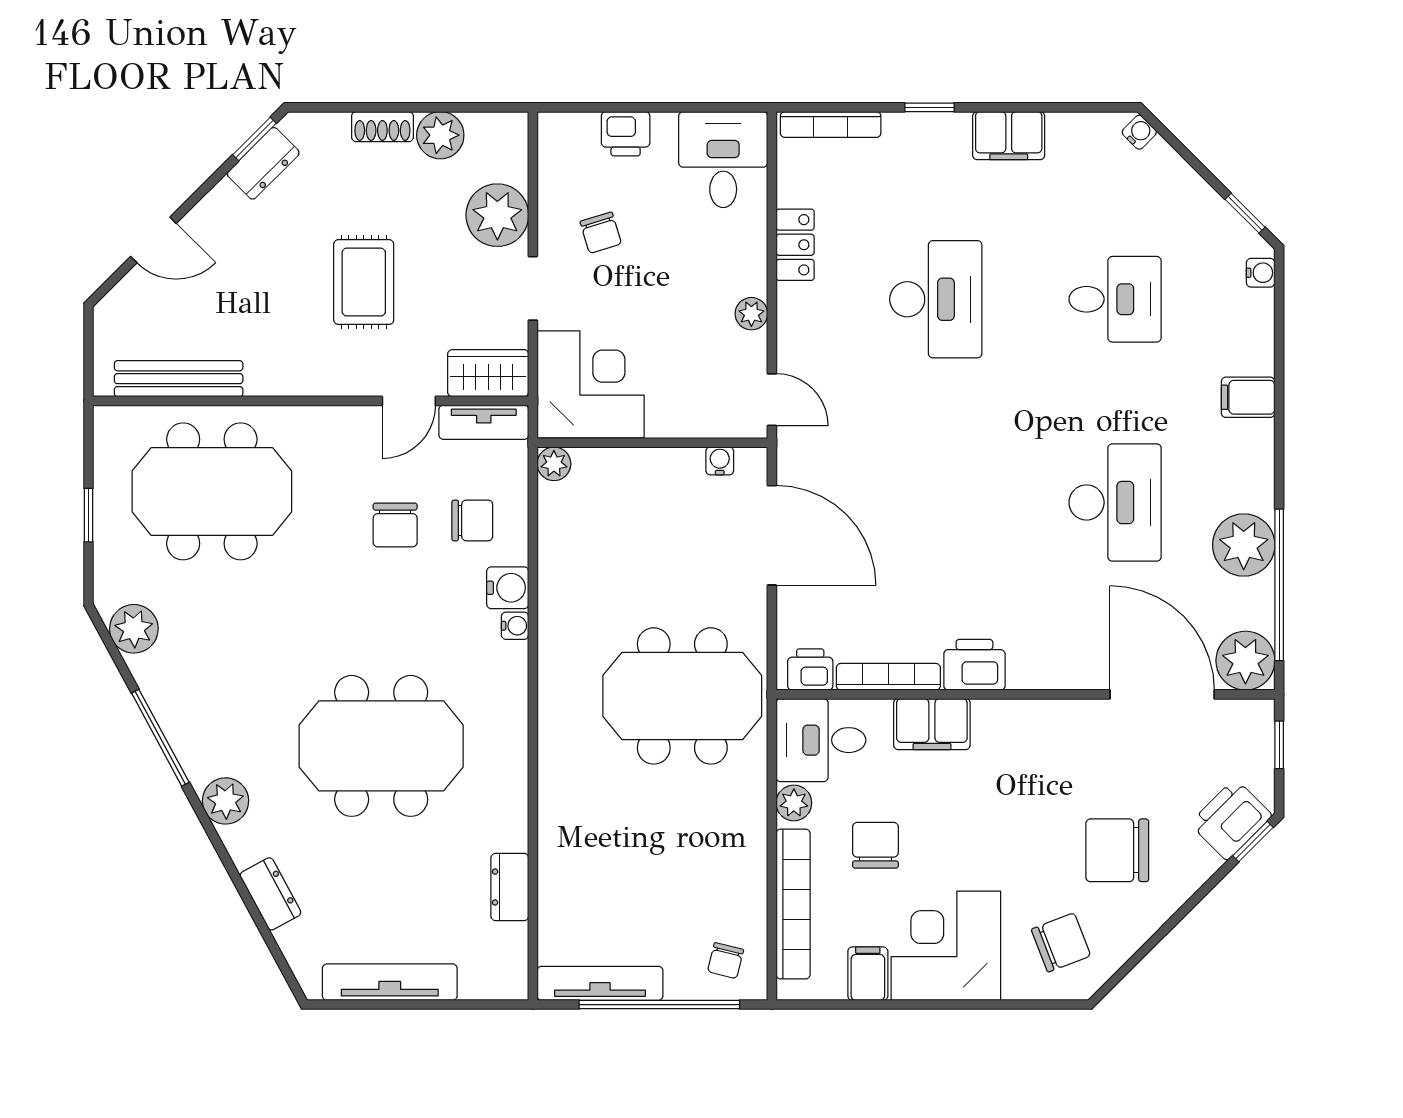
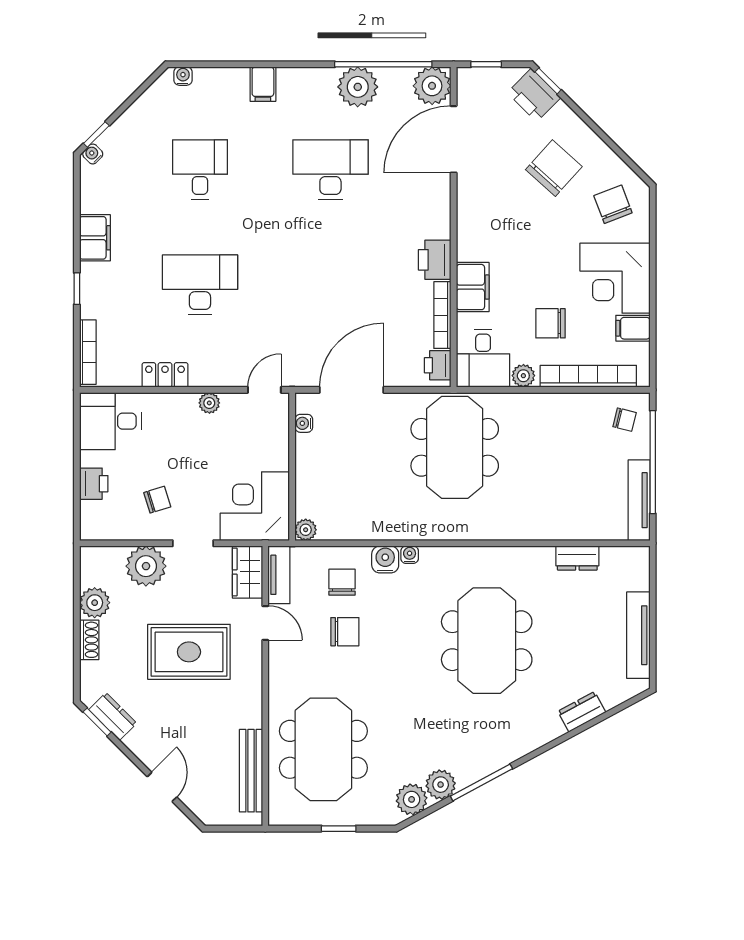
window: (1245, 213) -> (96, 135), moved
rug: (364, 282) -> (189, 652), width x1.36, depth x1.43
plant: (226, 801) -> (441, 785), moved
chair: (1117, 850) -> (554, 168), turned -138

